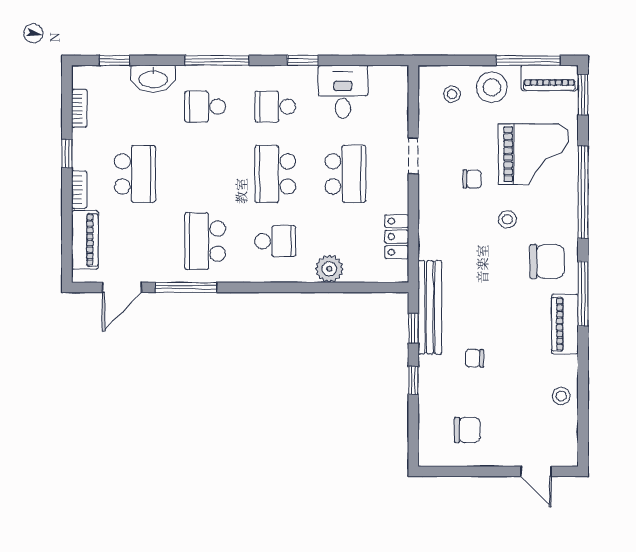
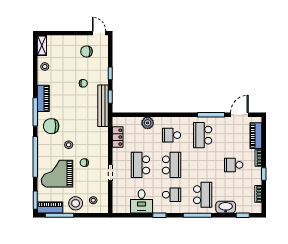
school desk: (205, 107) -> (203, 195), width x1.85
school desk: (135, 174) -> (234, 165), width x0.54
school desk: (205, 241) -> (203, 135), turned 180
shelving: (568, 443) -> (42, 45), added
door: (536, 471) -> (99, 33), moved

